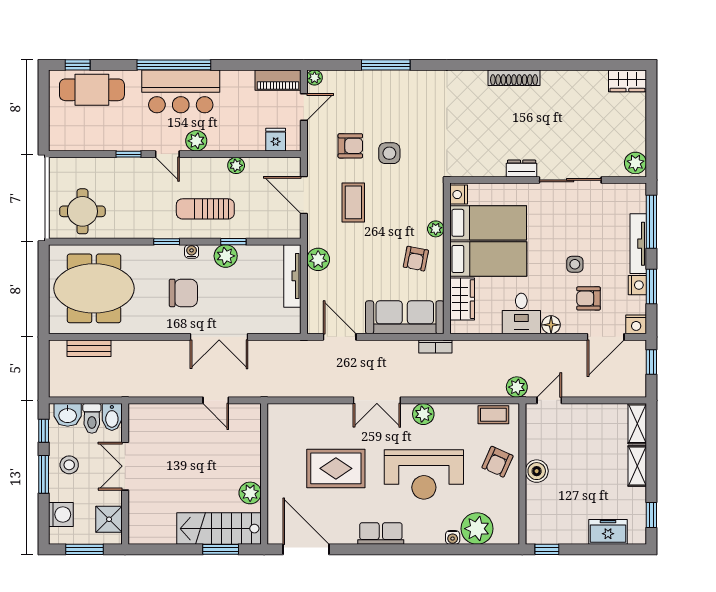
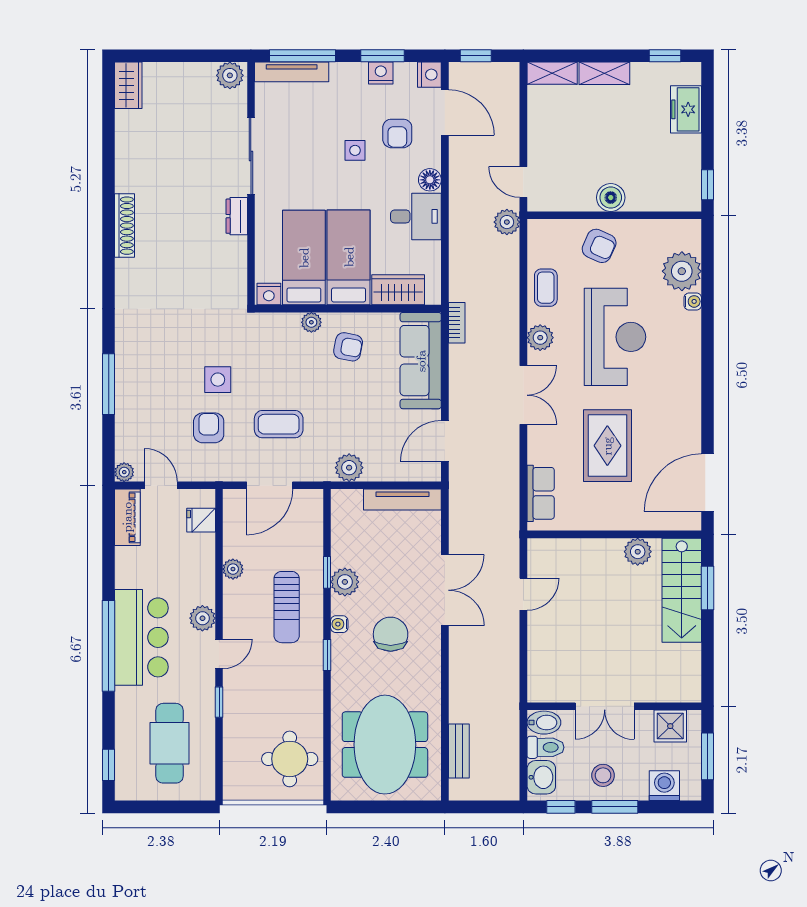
cafe table: (92, 90) -> (170, 743), moved
tv unit: (638, 244) -> (292, 72), moved
tv unit: (292, 276) -> (402, 500), moved
coffee table: (493, 415) -> (546, 288), moved
row of seats: (381, 534) -> (541, 493), moved, turned 180

